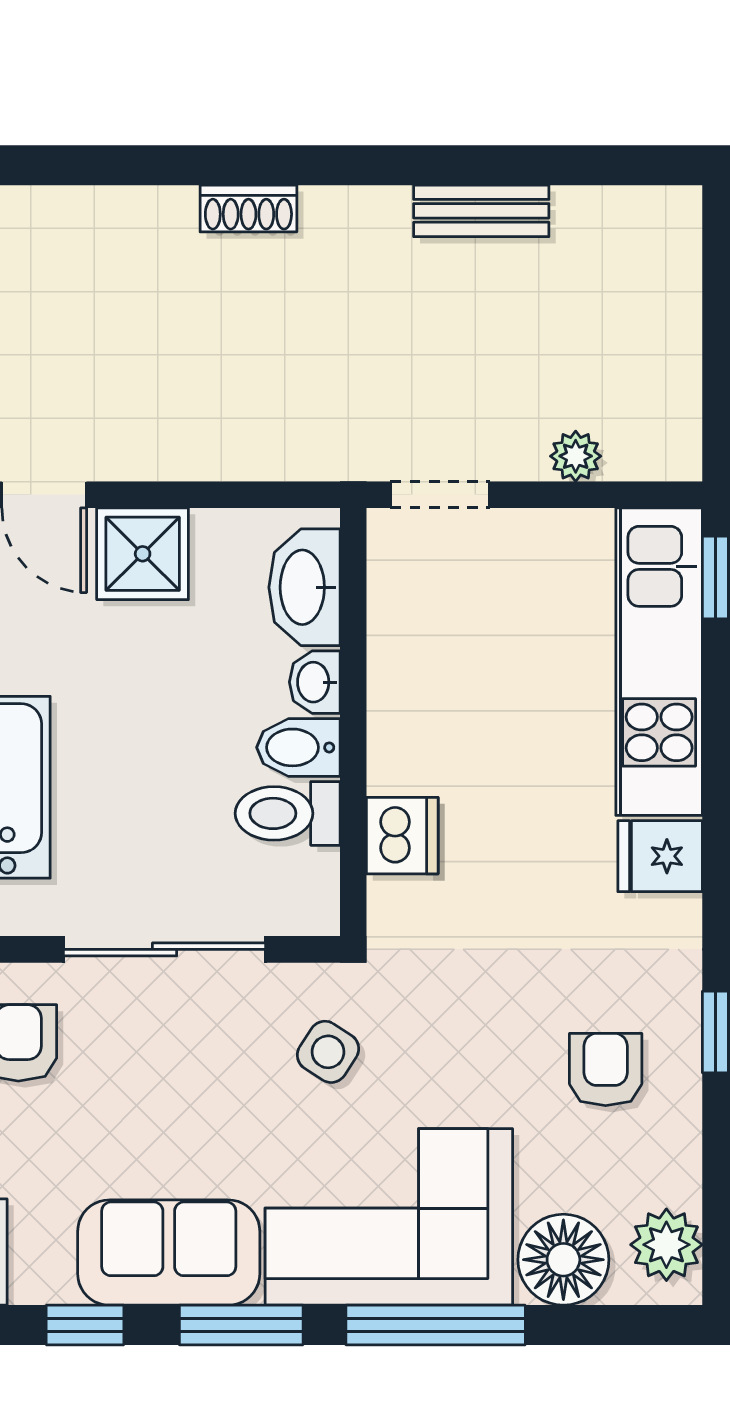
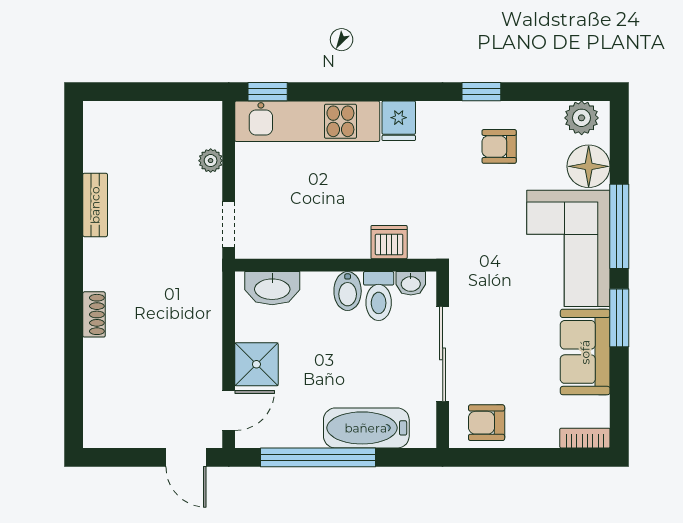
washbasin: (315, 682) -> (411, 283), moved
side table: (328, 1052) -> (491, 277), removed
window: (85, 1325) -> (619, 391), removed

